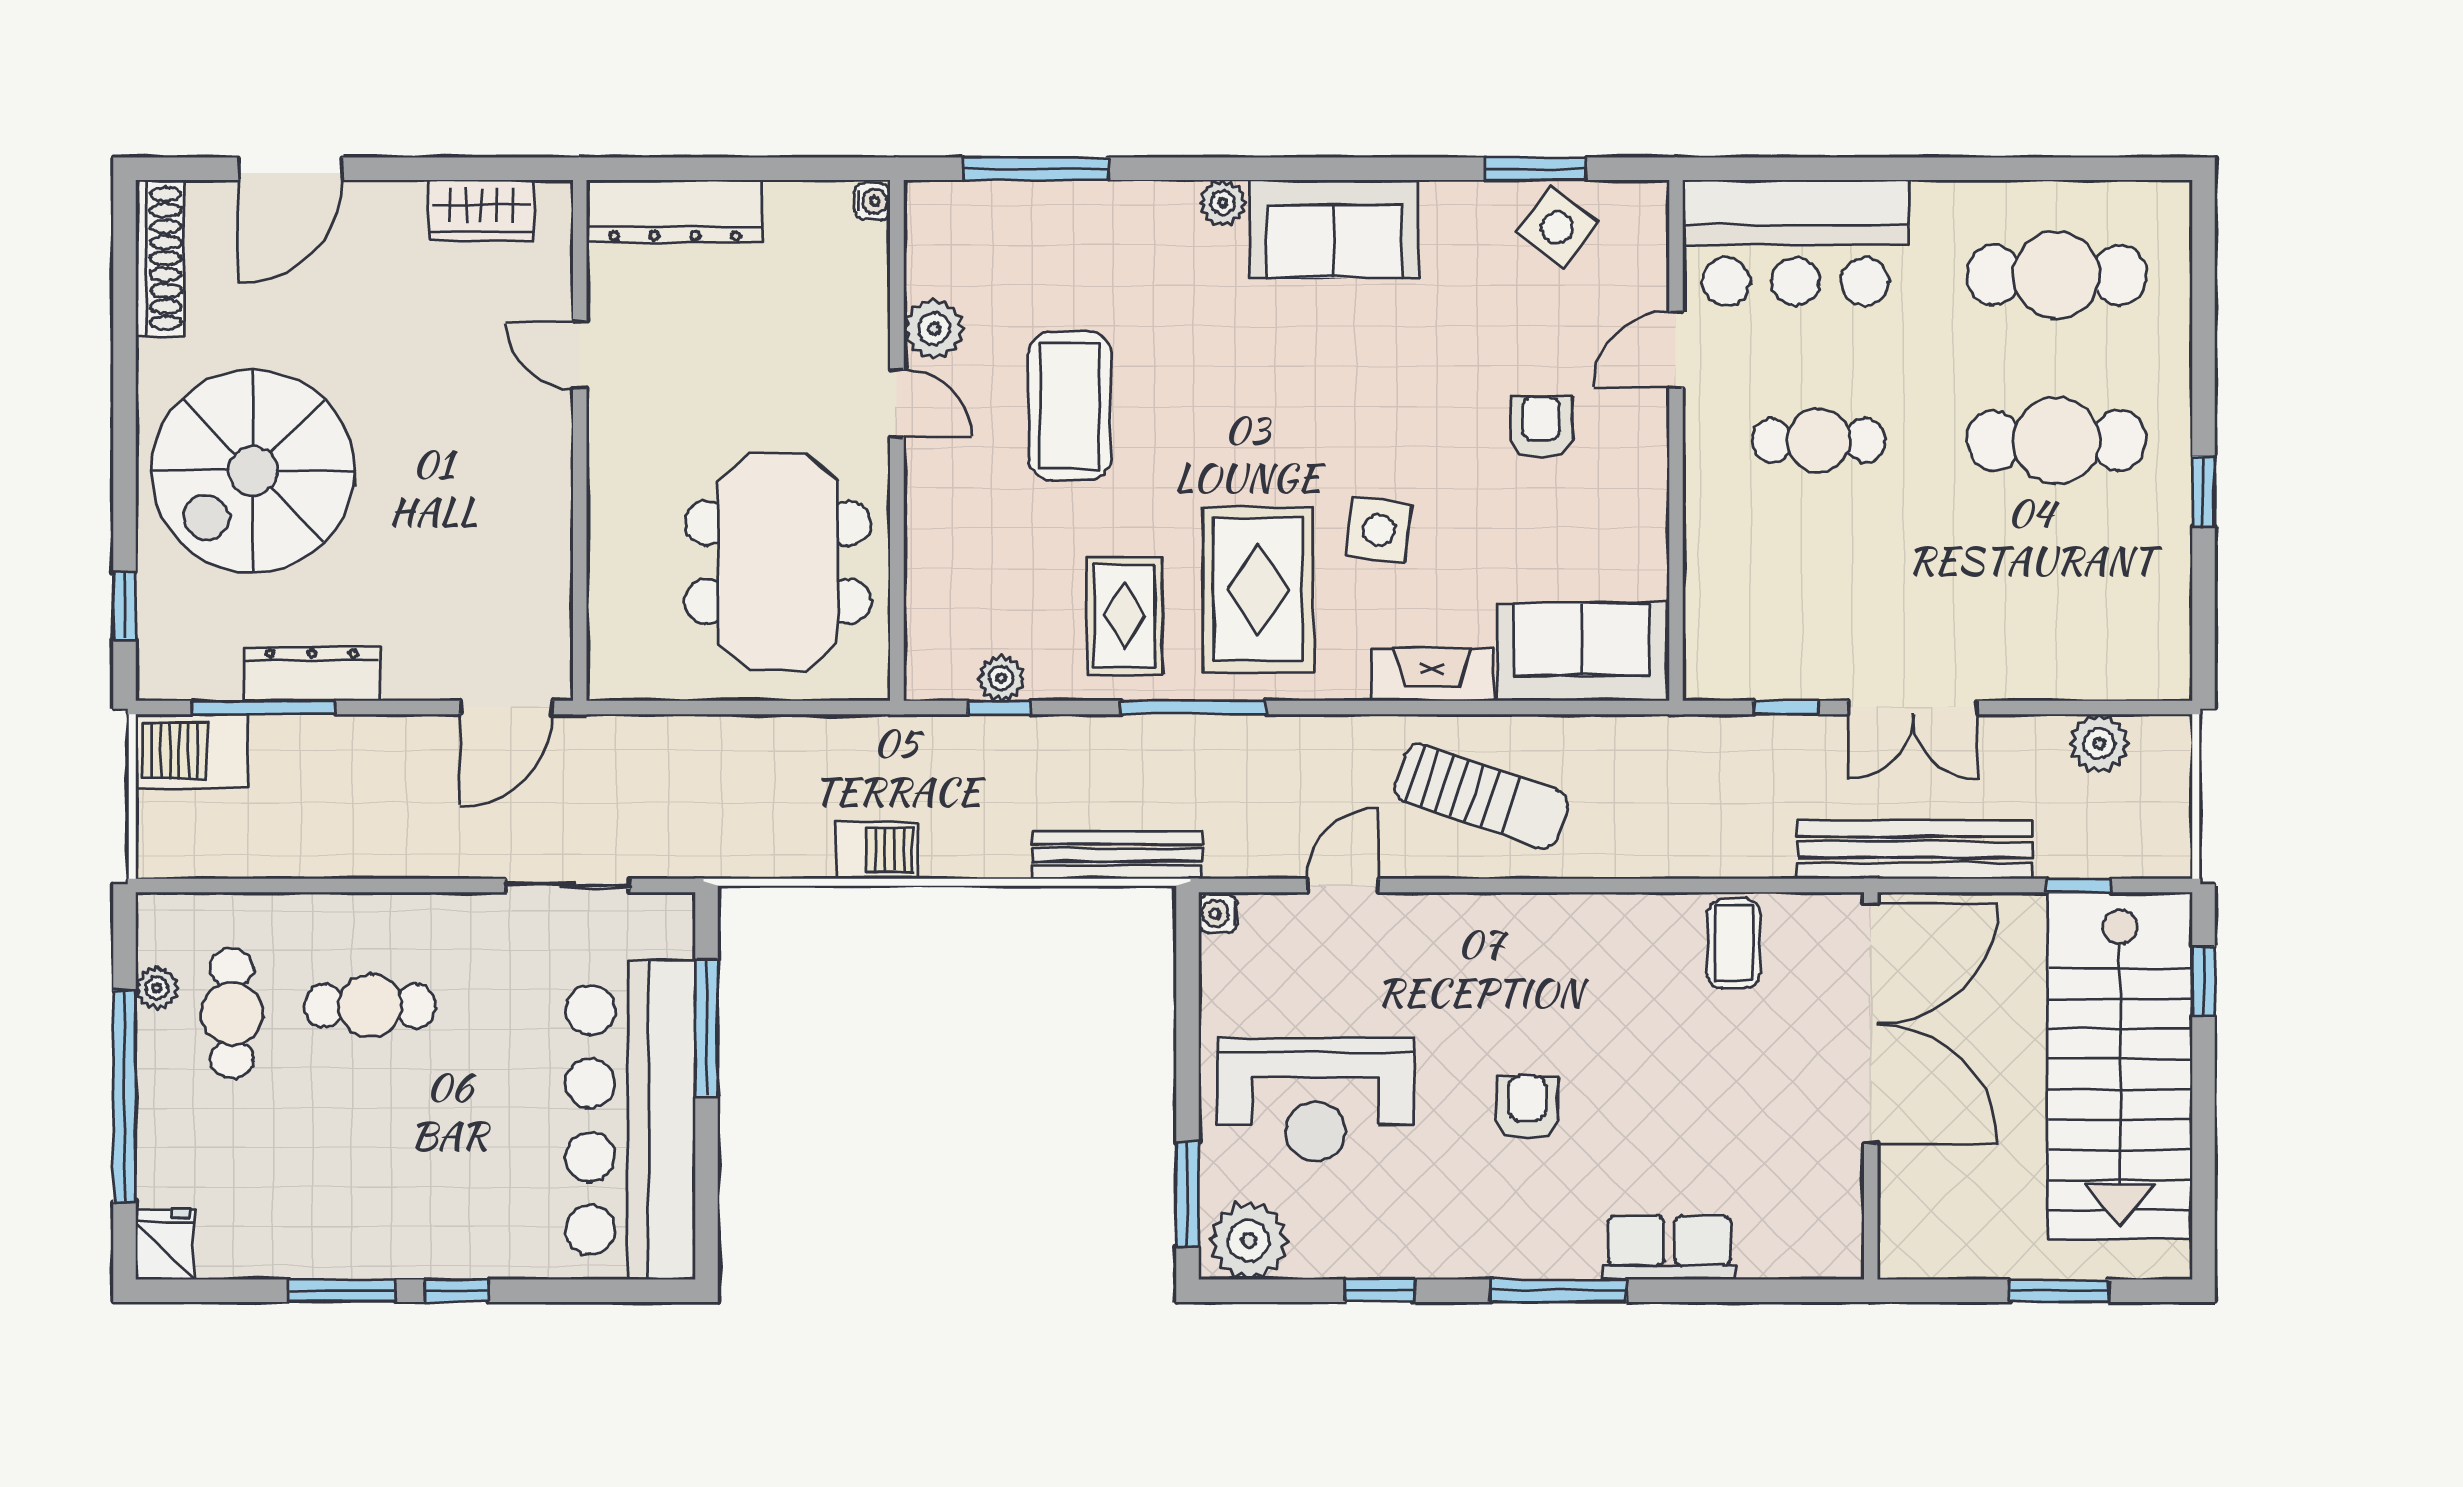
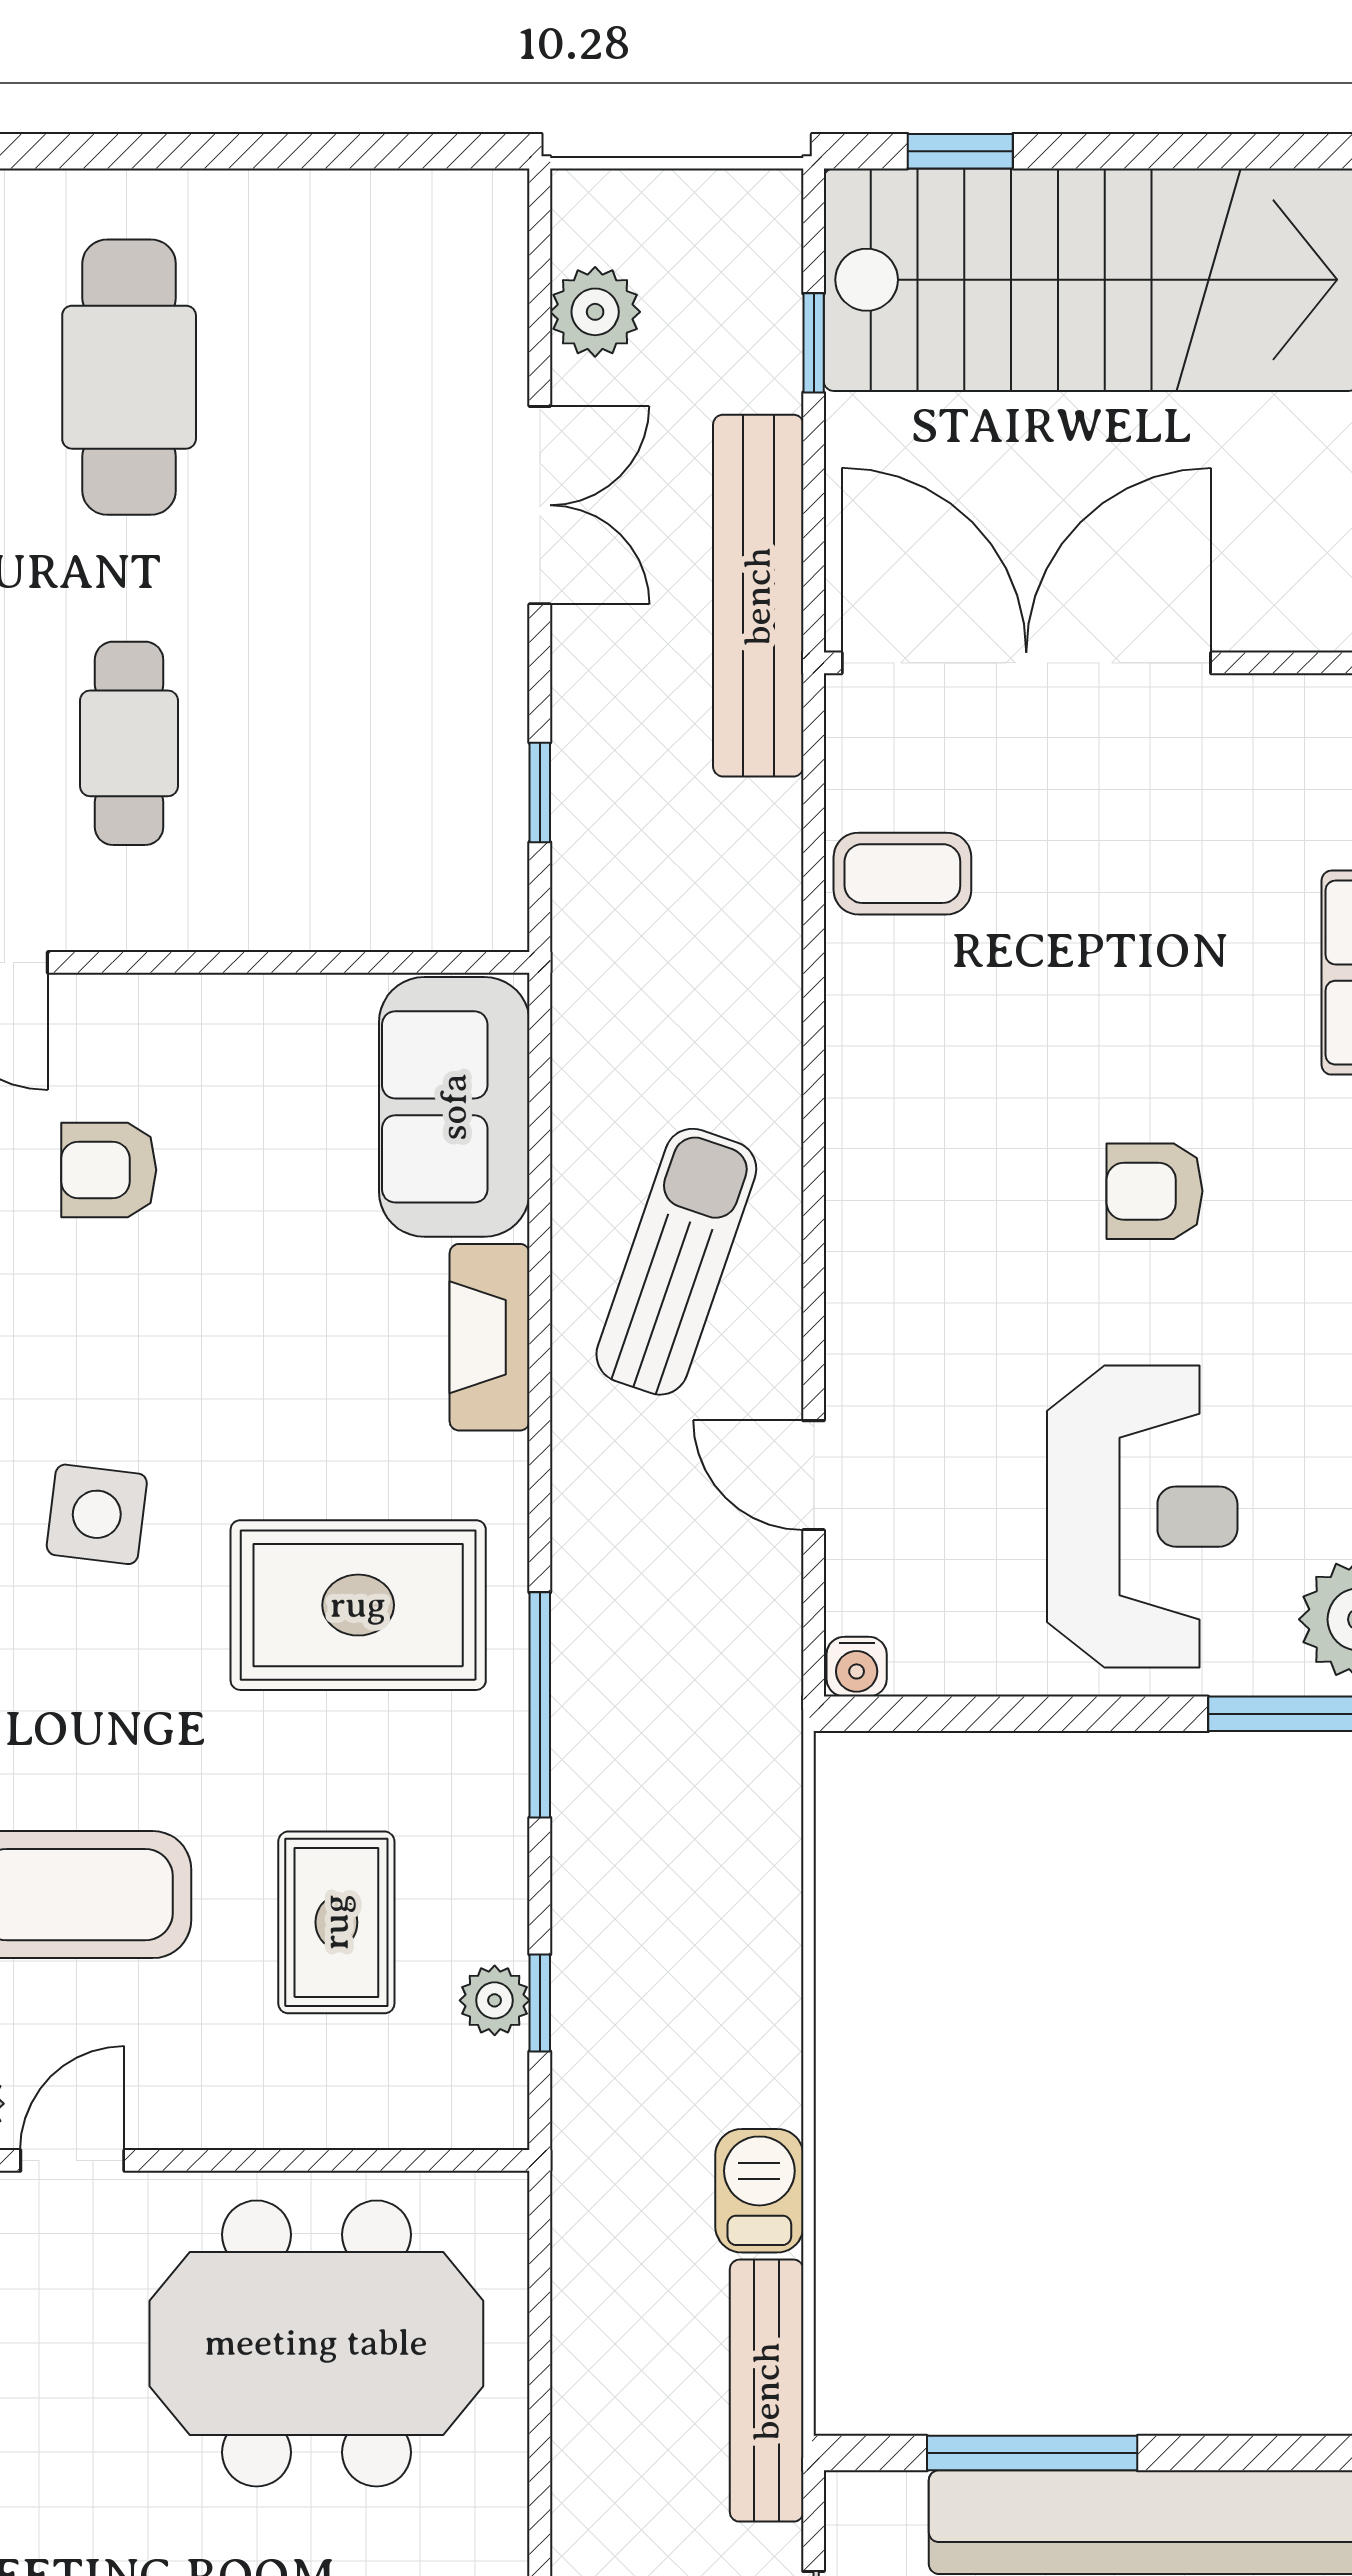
window: (2204, 491) -> (207, 151), removed
side table: (1379, 530) -> (97, 1514), moved
rug: (1124, 616) -> (336, 1922), moved, turned 90
double door: (1913, 707) -> (540, 505), moved
bench: (1117, 855) -> (767, 2391), moved

